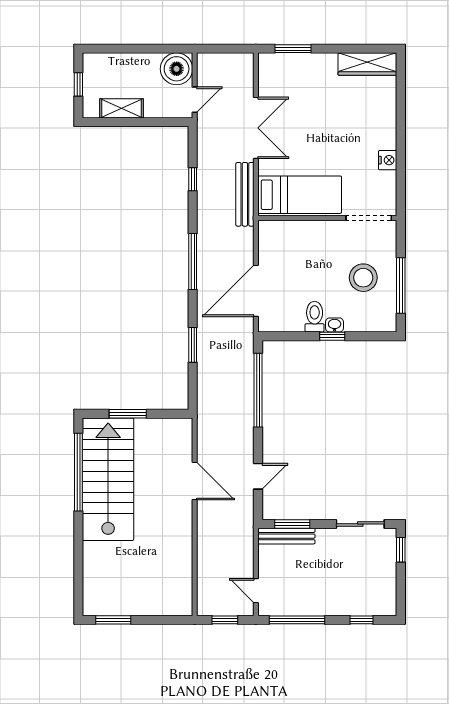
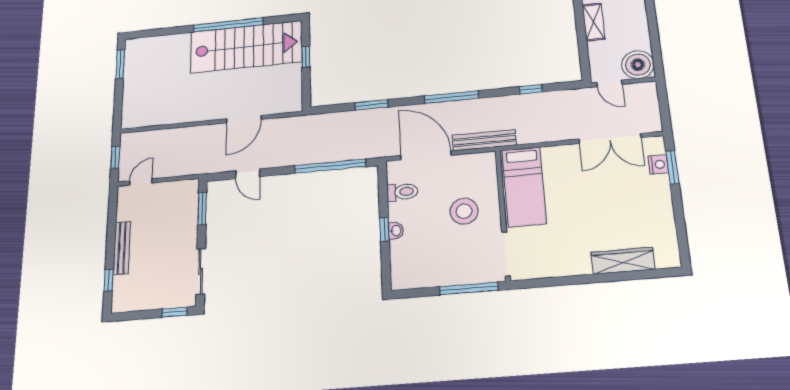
wardrobe: (367, 64) -> (623, 261), moved, turned 90
double door: (256, 128) -> (610, 138), moved
nightstand: (388, 160) -> (658, 164), moved, turned -90
bench: (245, 194) -> (484, 140), moved
stool: (363, 278) -> (464, 211), moved
window: (401, 285) -> (469, 289), moved
toilet: (315, 317) -> (402, 192), moved
window: (128, 414) -> (306, 57), width x0.67
window: (78, 472) -> (228, 25), moved
bench: (286, 536) -> (122, 248), moved
window: (297, 620) -> (112, 221), removed

